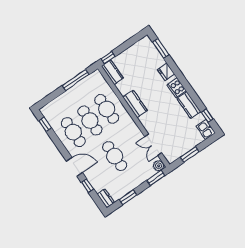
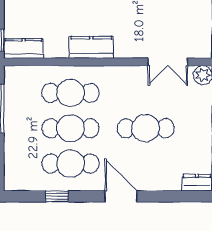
window: (45, 124) -> (57, 196), moved
door: (74, 167) -> (121, 196), hinge flipped
window: (87, 186) -> (161, 196), removed

